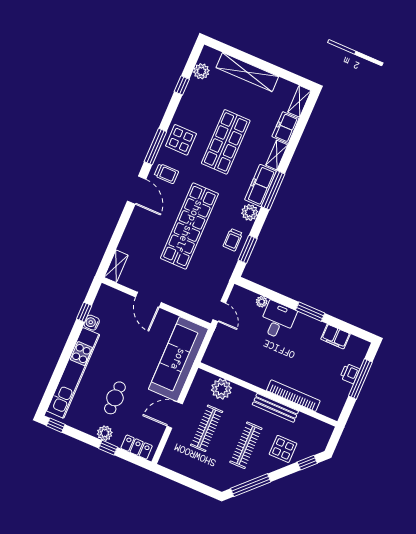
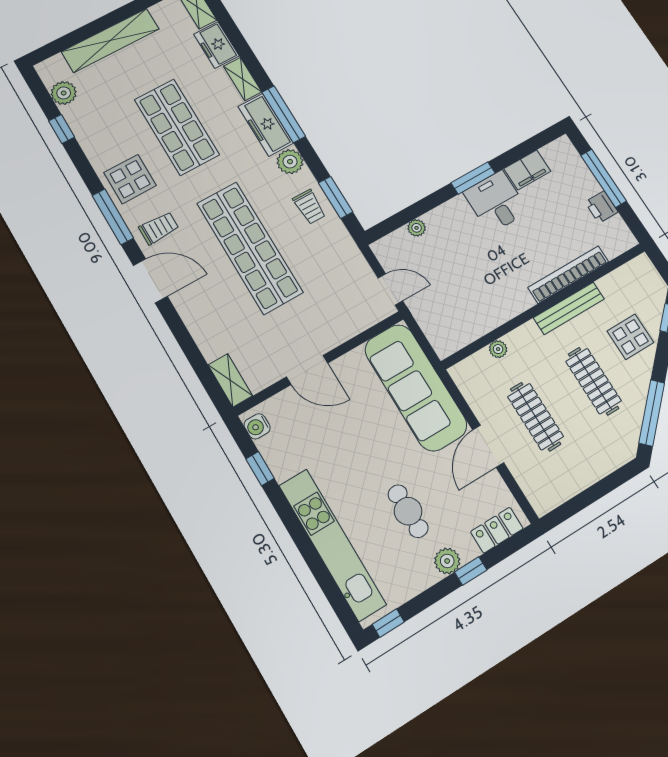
desk: (278, 320) -> (496, 202), moved
water cooler: (92, 323) -> (257, 426), moved
printer: (350, 374) -> (602, 207), moved
plant: (221, 389) -> (498, 349), width x0.53, depth x0.53

